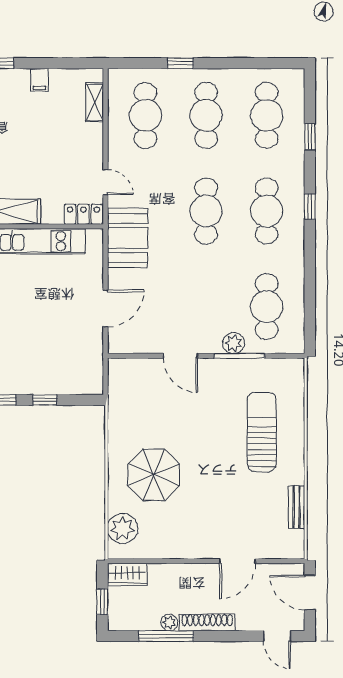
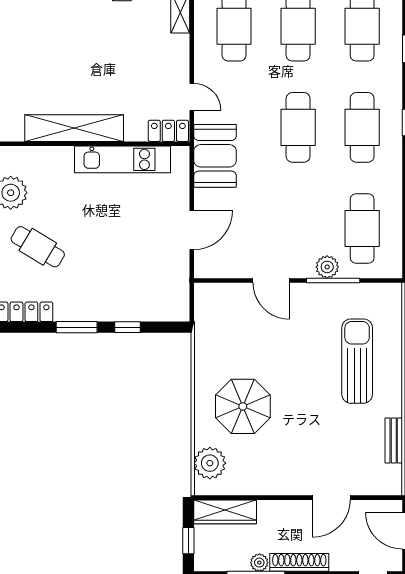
wardrobe: (127, 575) -> (225, 512), width x1.50

